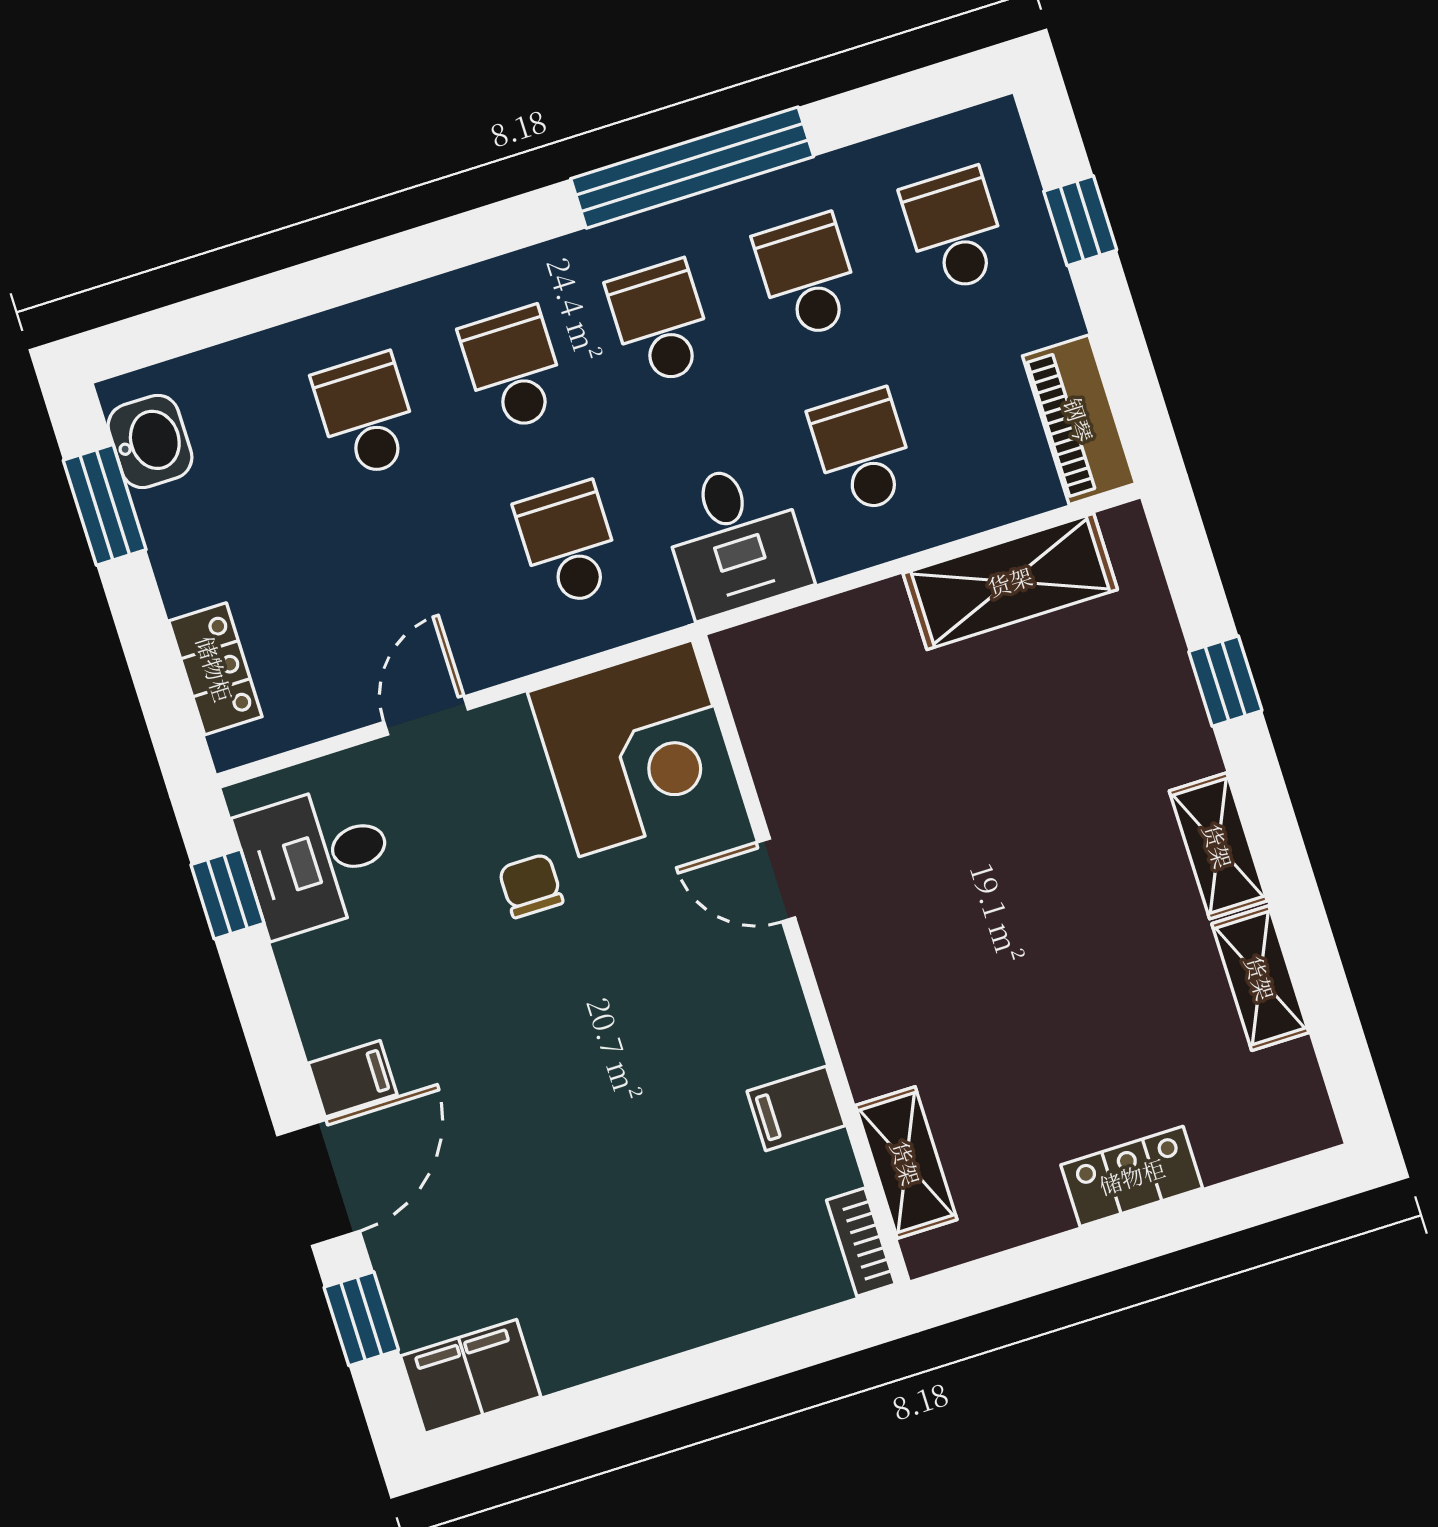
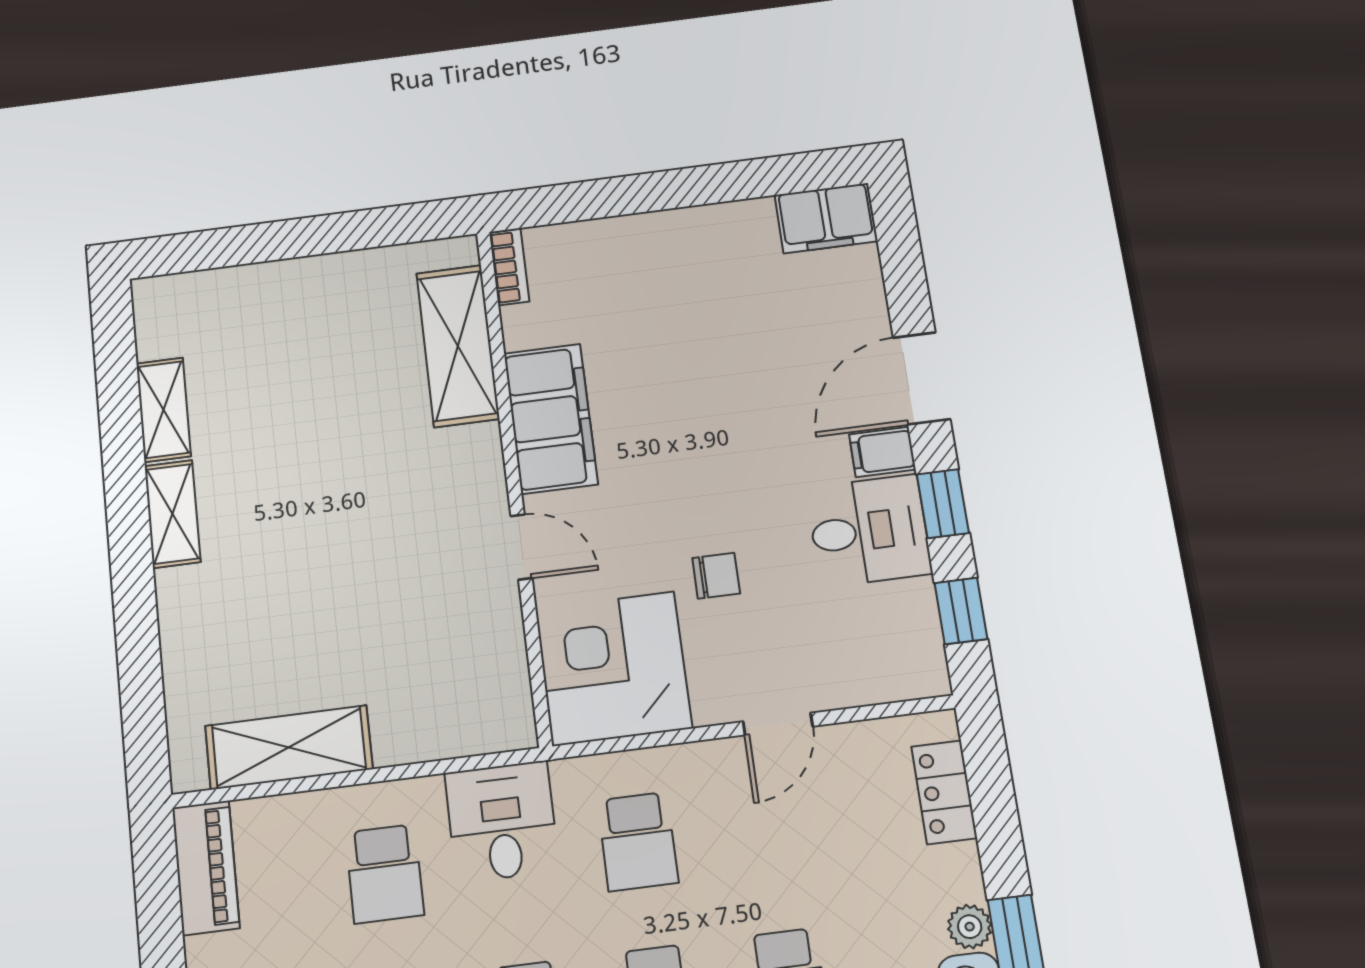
plant: (163, 515) -> (970, 927), added
window: (1225, 681) -> (138, 639), removed
desk: (317, 859) -> (869, 531), moved
chair: (531, 886) -> (716, 576), turned -90
filing cabinet: (796, 1108) -> (551, 419), width x3.00, depth x1.17
shelving: (906, 1163) -> (458, 346), width x1.50, depth x1.33
locker: (1132, 1176) -> (294, 281), removed
window: (361, 1319) -> (943, 504), moved

